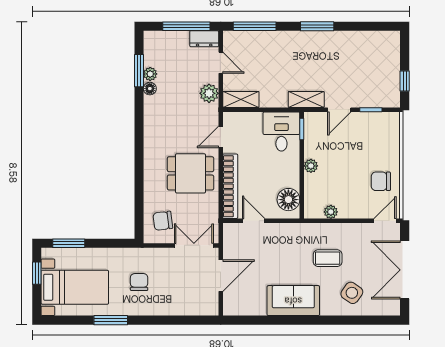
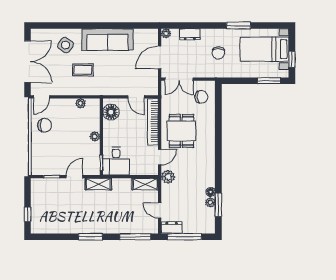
window: (405, 81) -> (27, 214), moved
plant: (209, 93) -> (168, 177), moved
dining table: (191, 173) -> (181, 131), turned 90
sofa: (293, 301) -> (108, 40), width x1.36
dresser: (179, 308) -> (190, 34), added
plant: (212, 309) -> (166, 33), added

